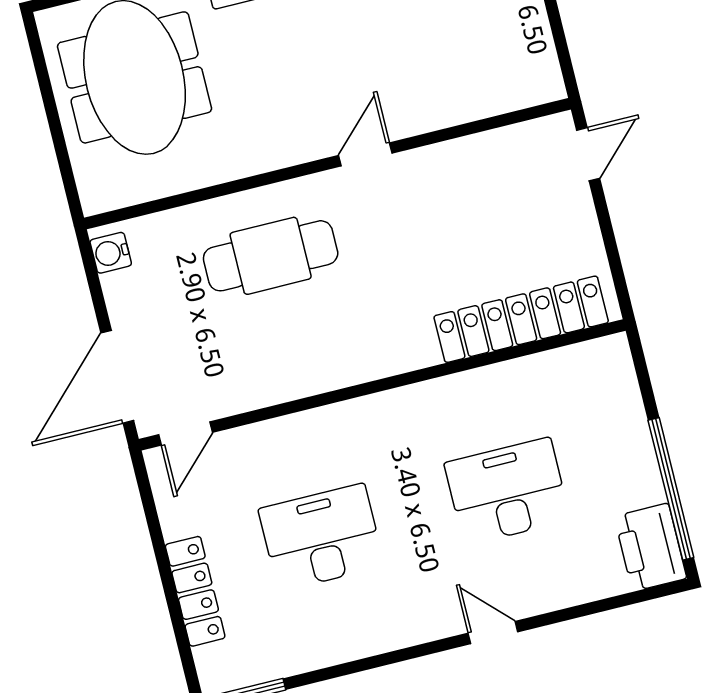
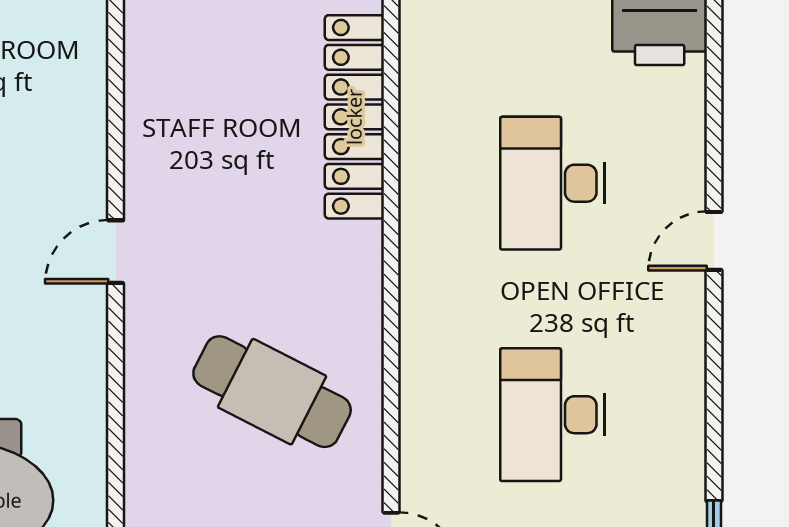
door: (365, 154) -> (116, 252), hinge flipped
cafe table: (271, 256) -> (272, 392), moved, turned -63

